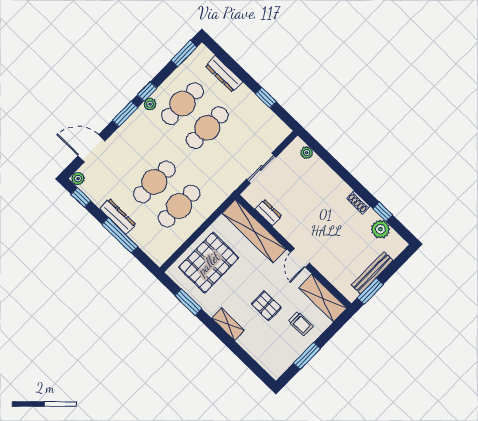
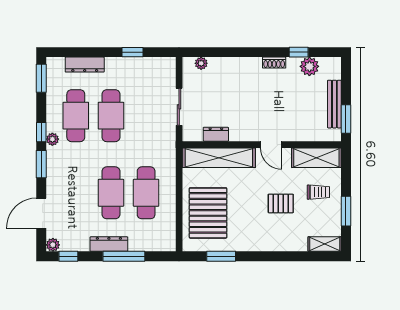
shelving: (228, 324) -> (325, 244), moved

